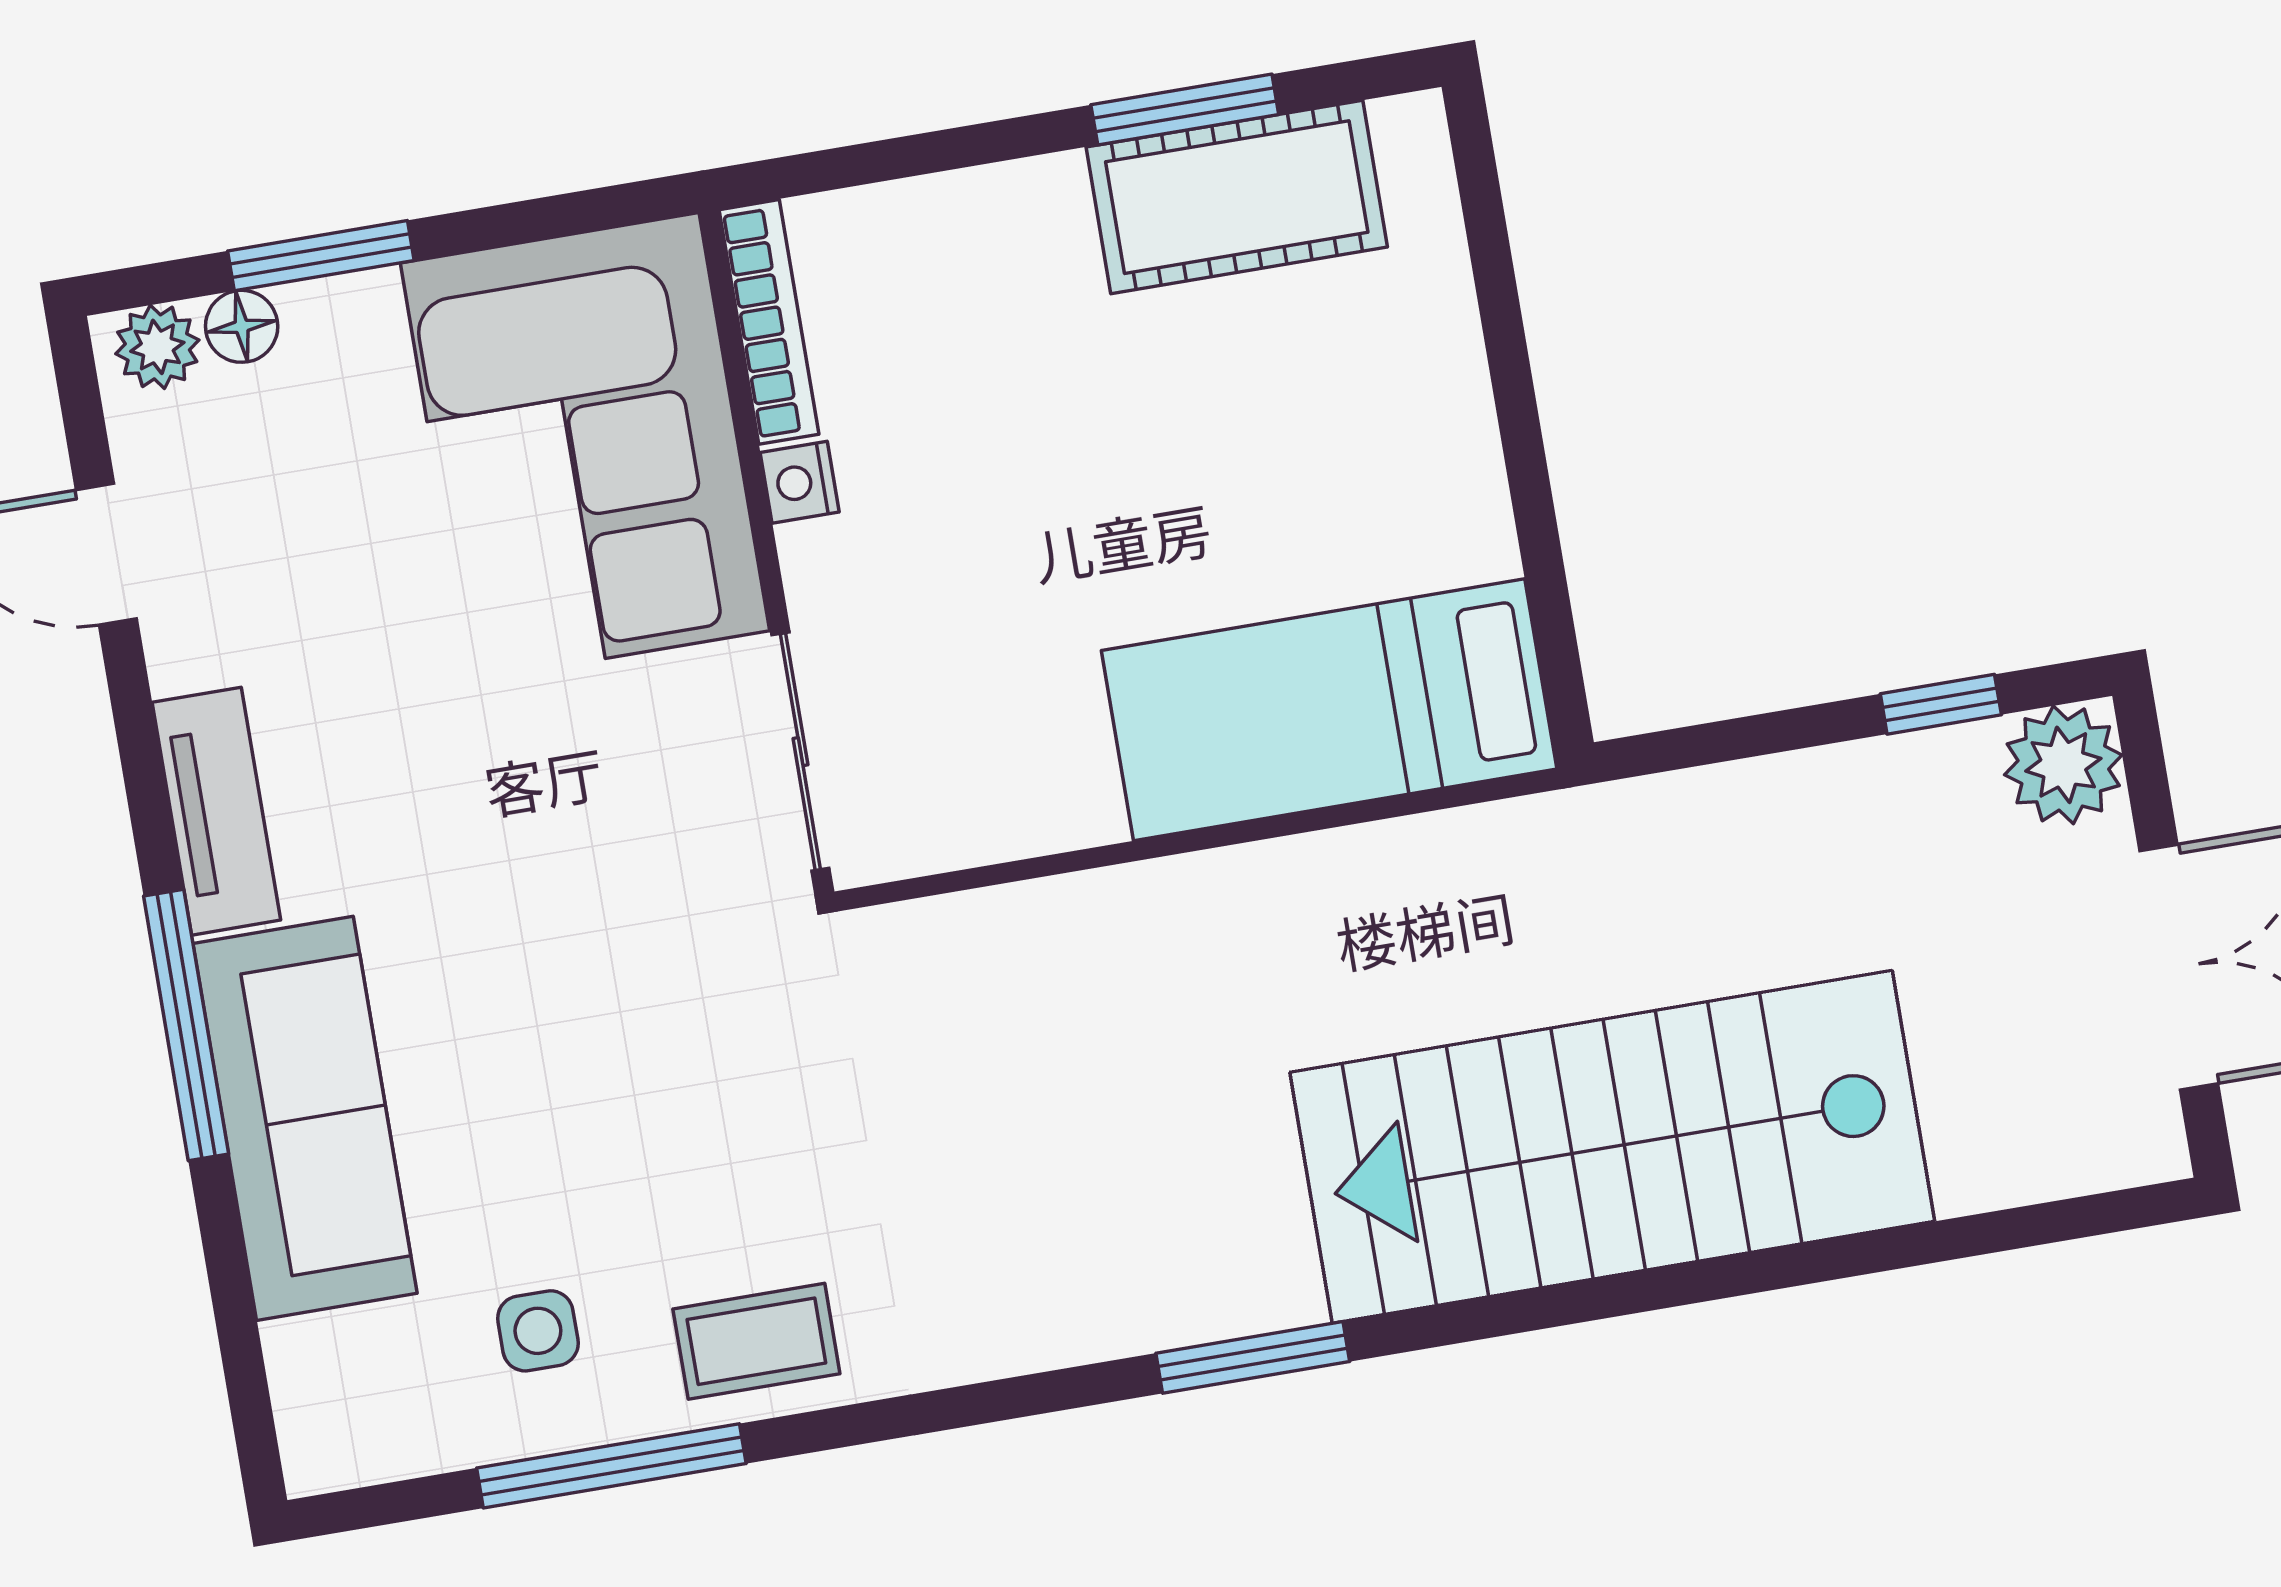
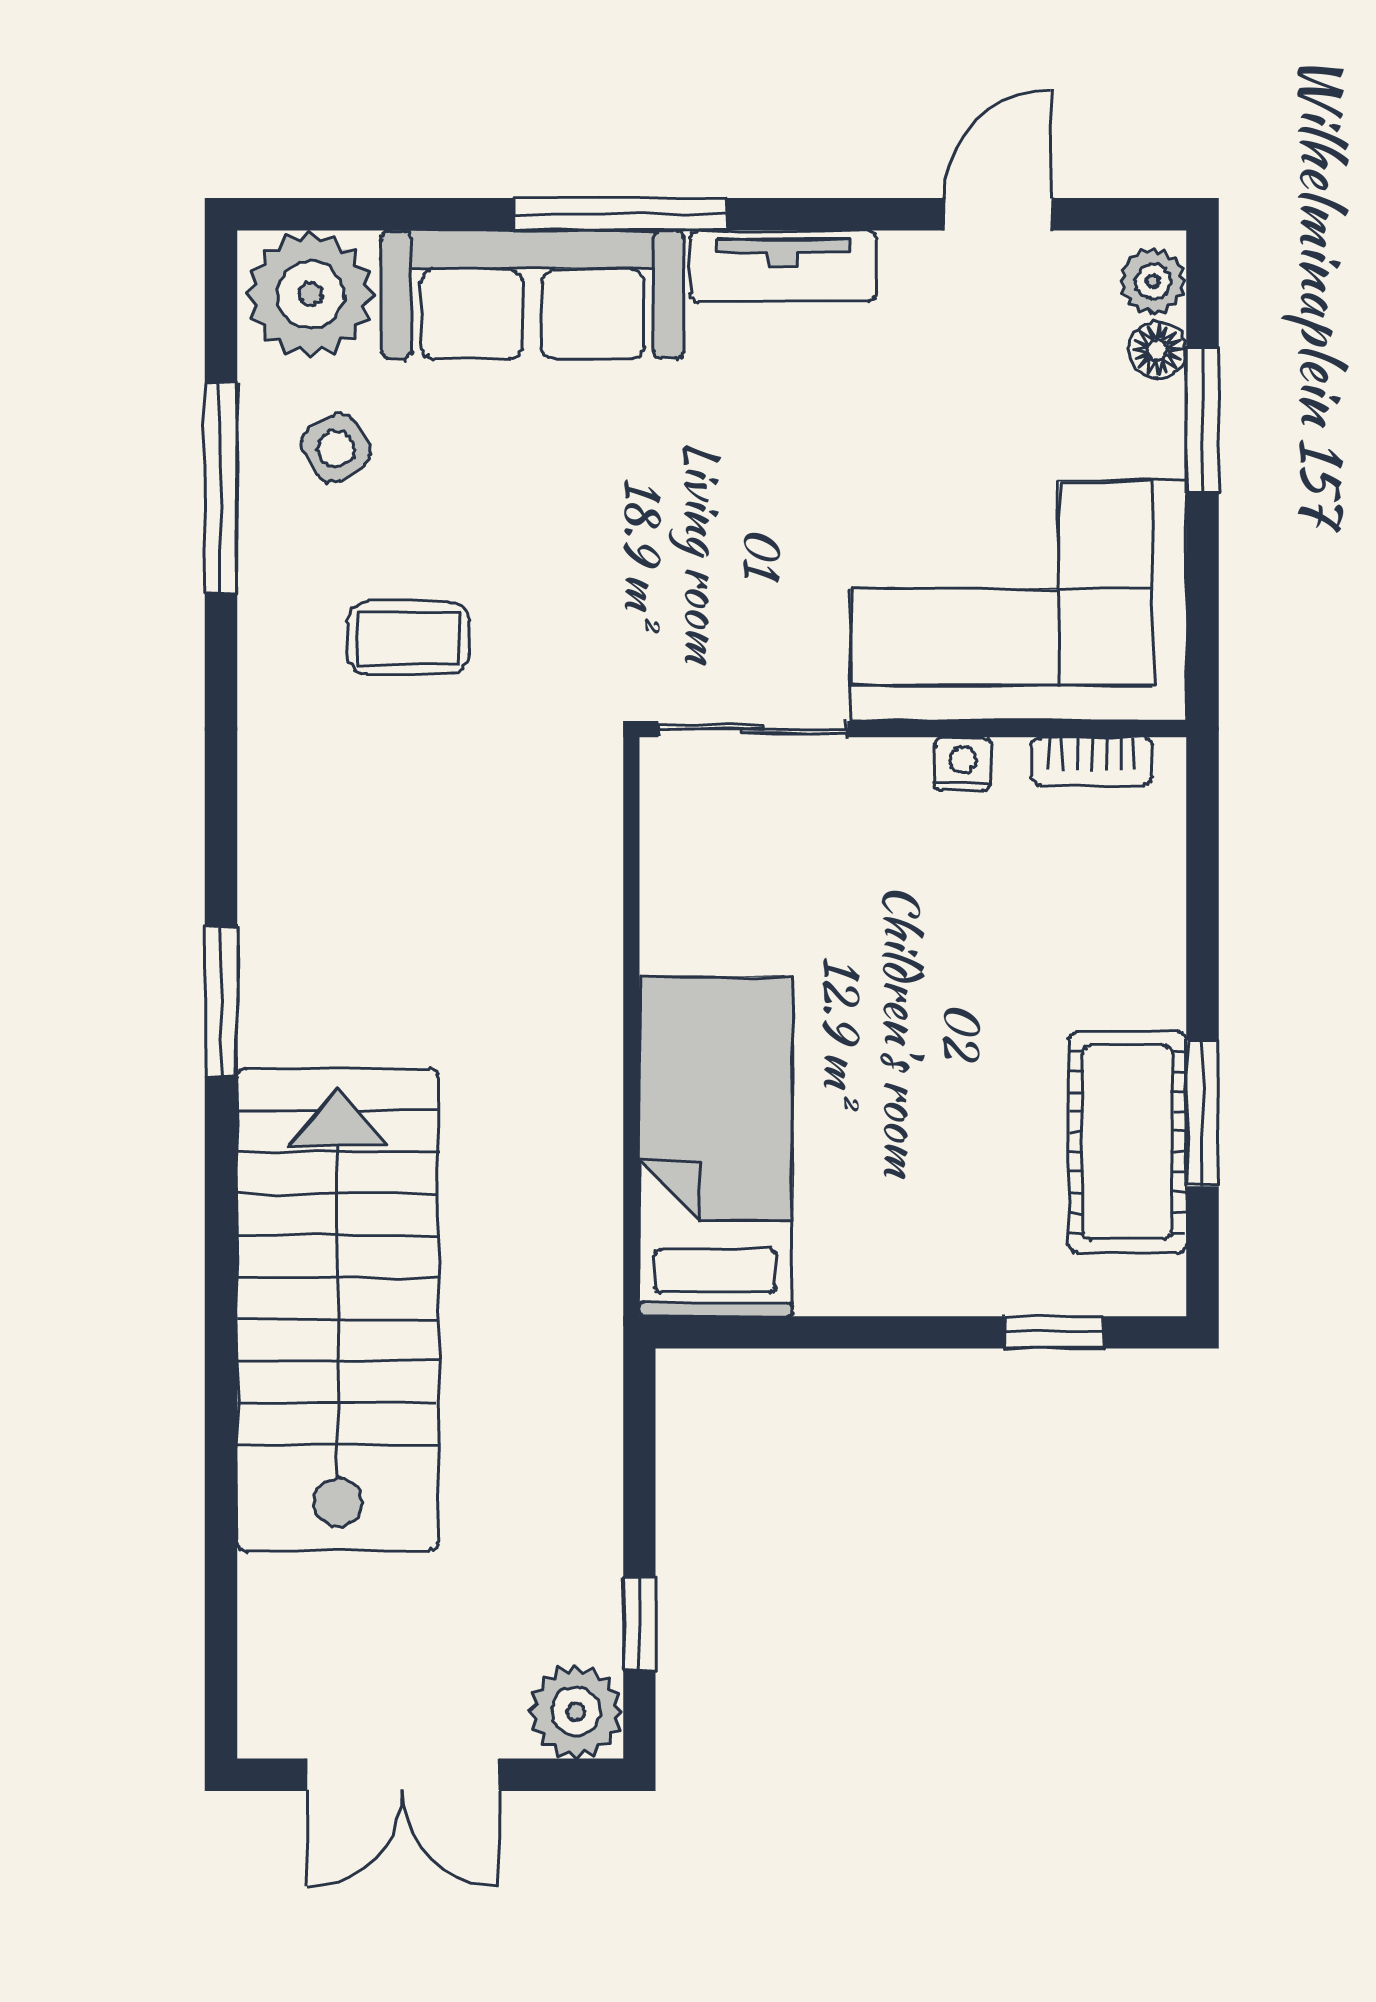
window: (1490, 249) -> (1053, 1332), added
bookcase: (769, 322) -> (1092, 761), width x0.64
side table: (538, 1331) -> (336, 448), turned -31
coffee table: (756, 1341) -> (408, 638), moved, turned 90
plant: (352, 1395) -> (310, 294), added

